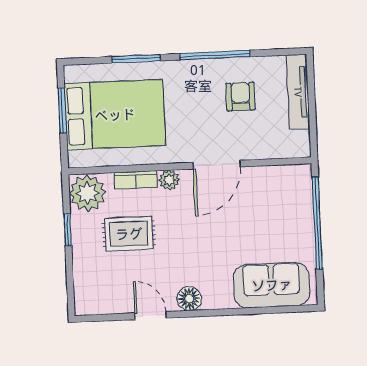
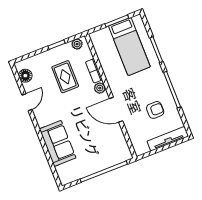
bed: (115, 115) -> (129, 46), width x0.67
plant: (87, 193) -> (77, 44), width x0.53, depth x0.53
sofa: (272, 285) -> (58, 143), moved
floor lamp: (189, 299) -> (25, 76), moved

